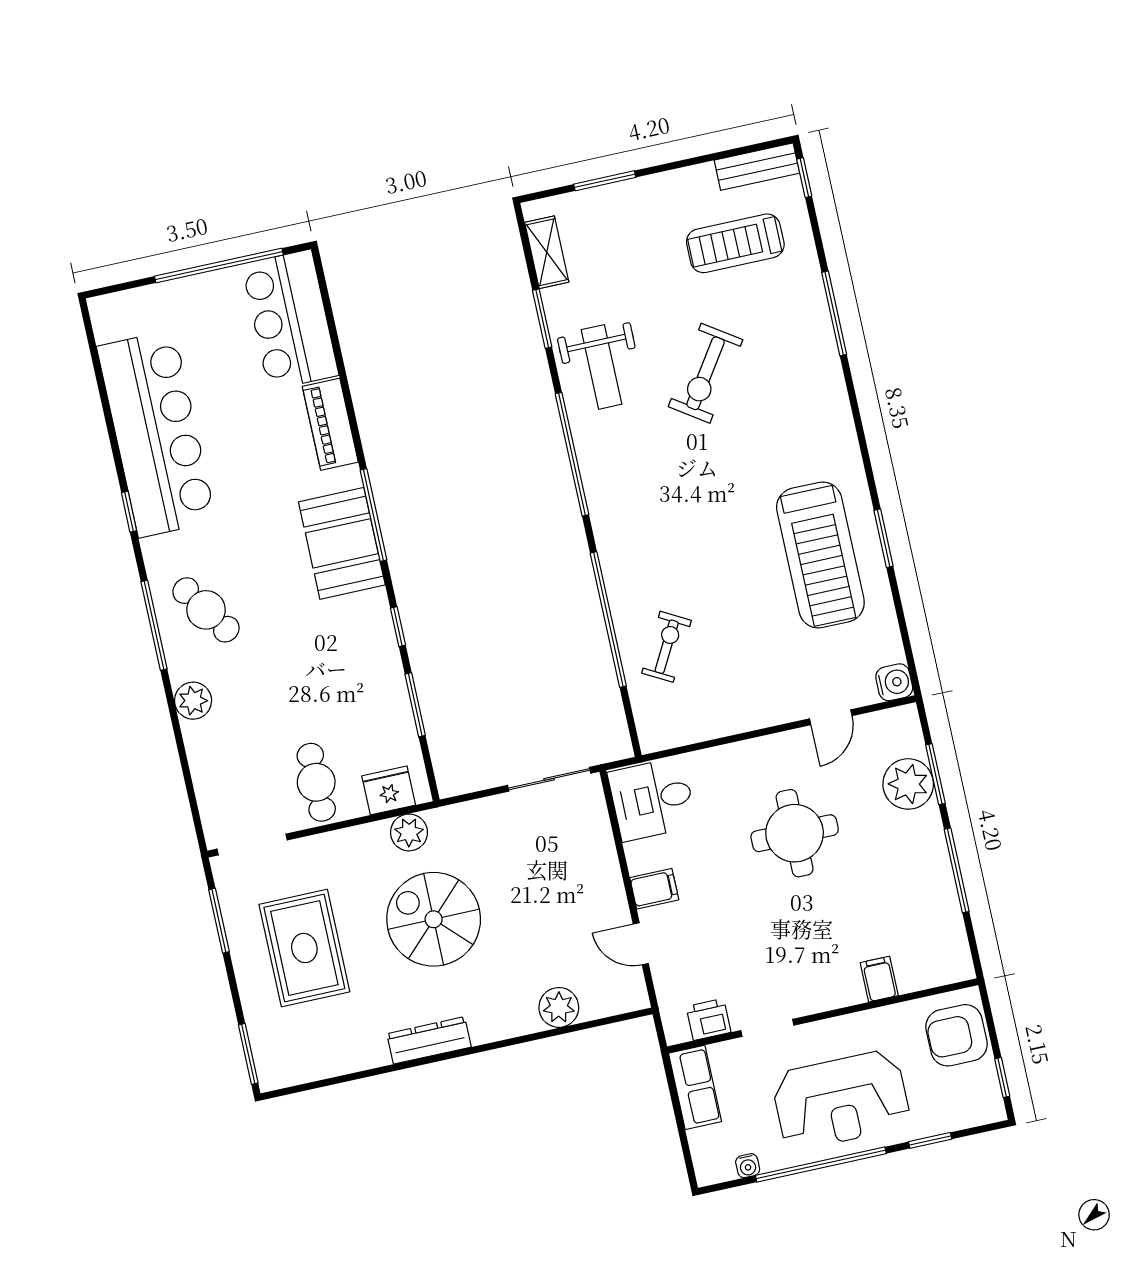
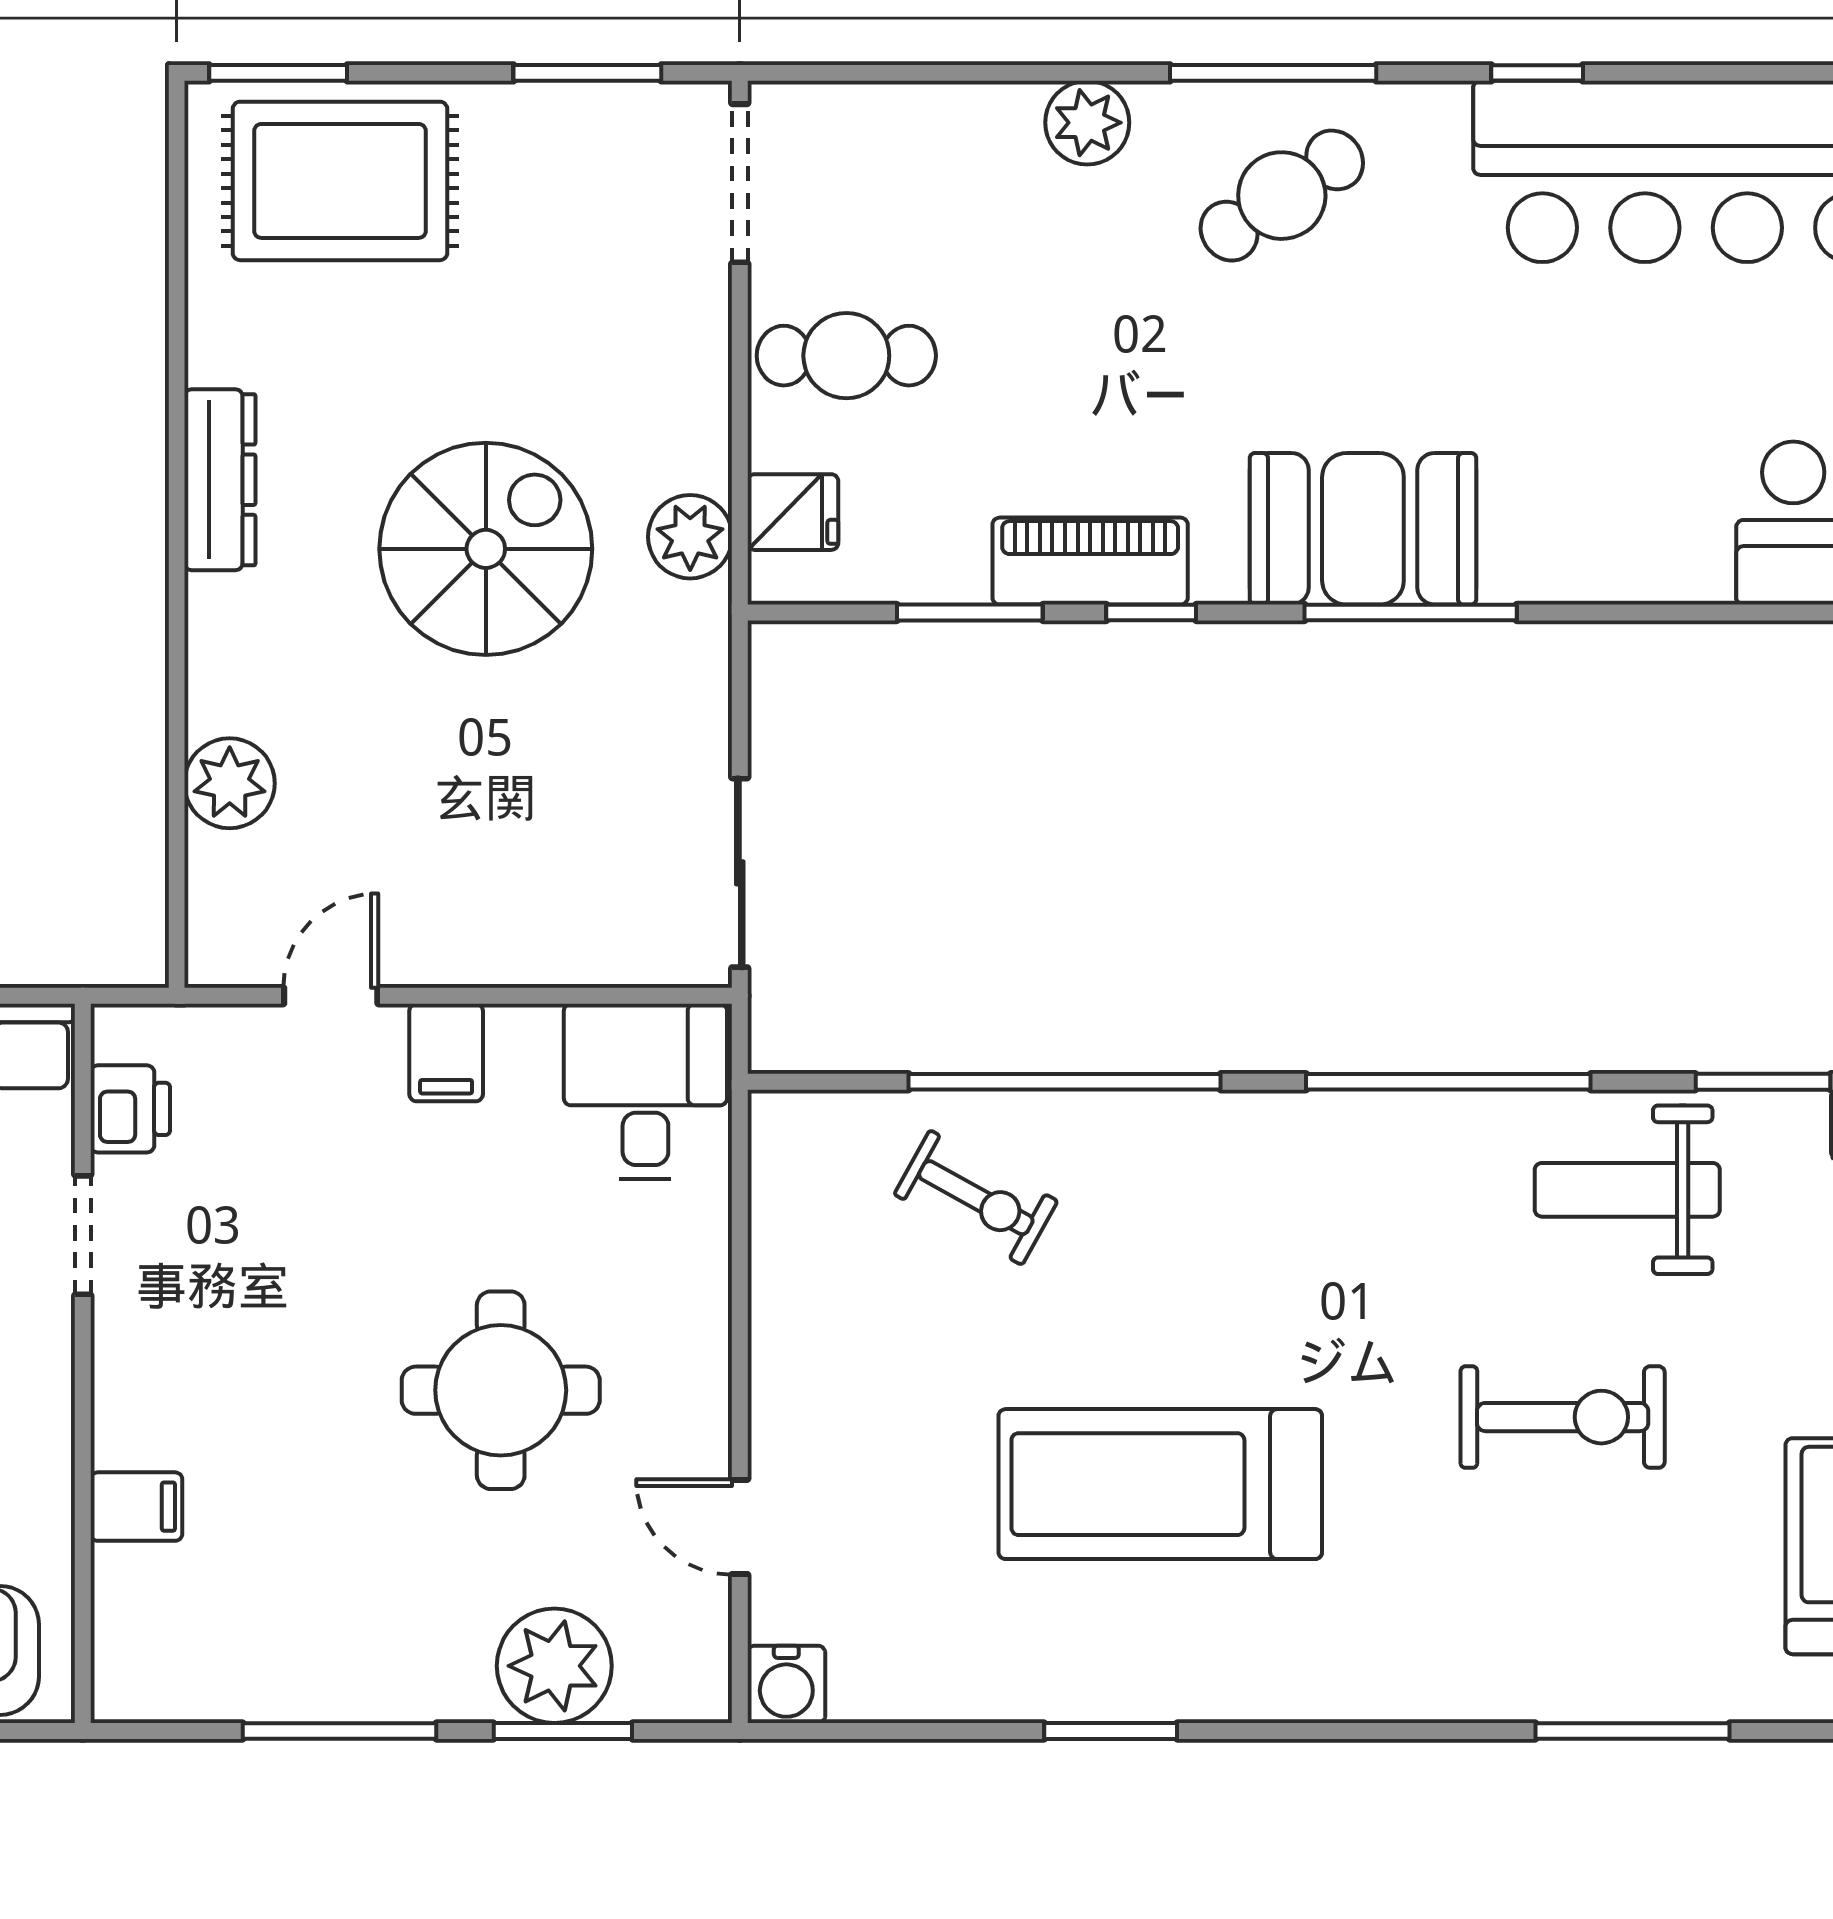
exercise bike: (706, 373) -> (1563, 1417), turned 146
piano: (330, 424) -> (1090, 561), moved
treadmill: (820, 555) -> (1160, 1484), moved
fridge: (389, 790) -> (793, 512), width x0.72
rug: (304, 948) -> (340, 181), moved

